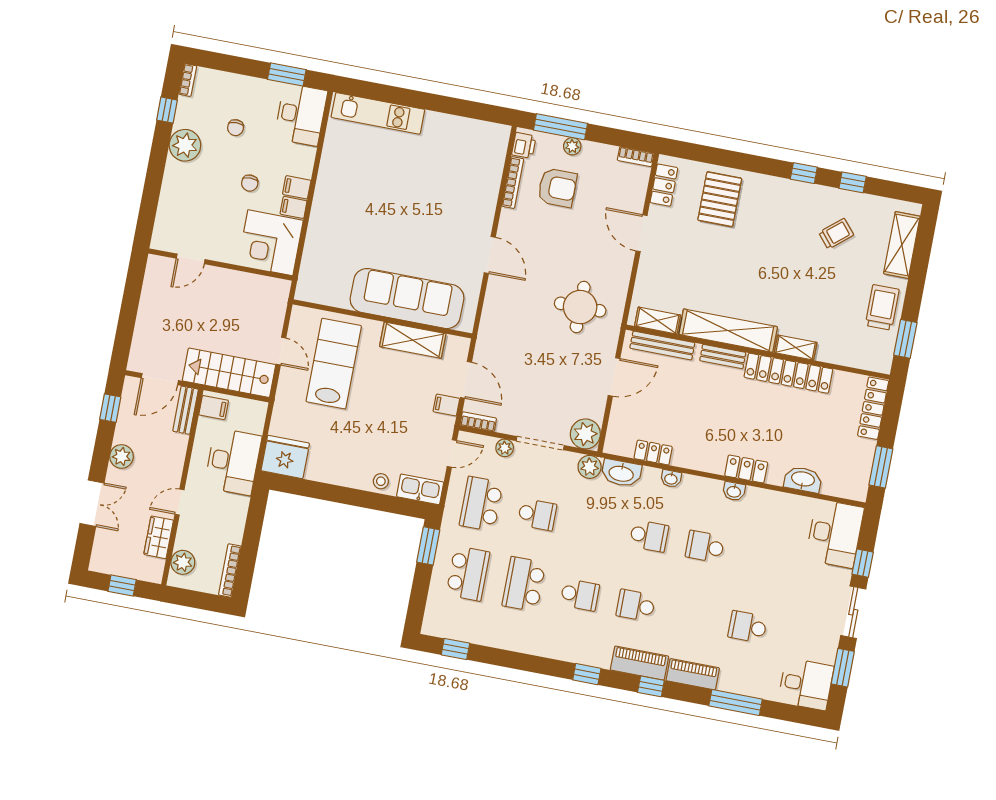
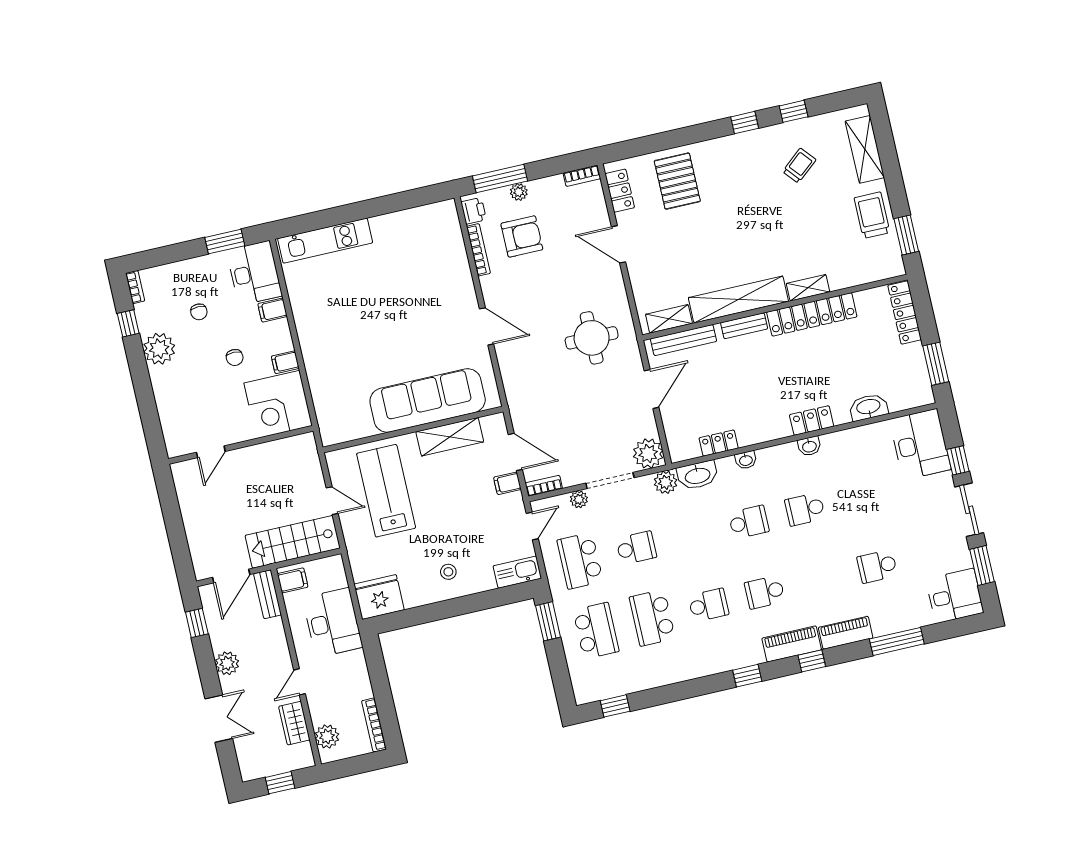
filing cabinet: (297, 187) -> (273, 310), moved
stool: (381, 481) -> (448, 572), moved

